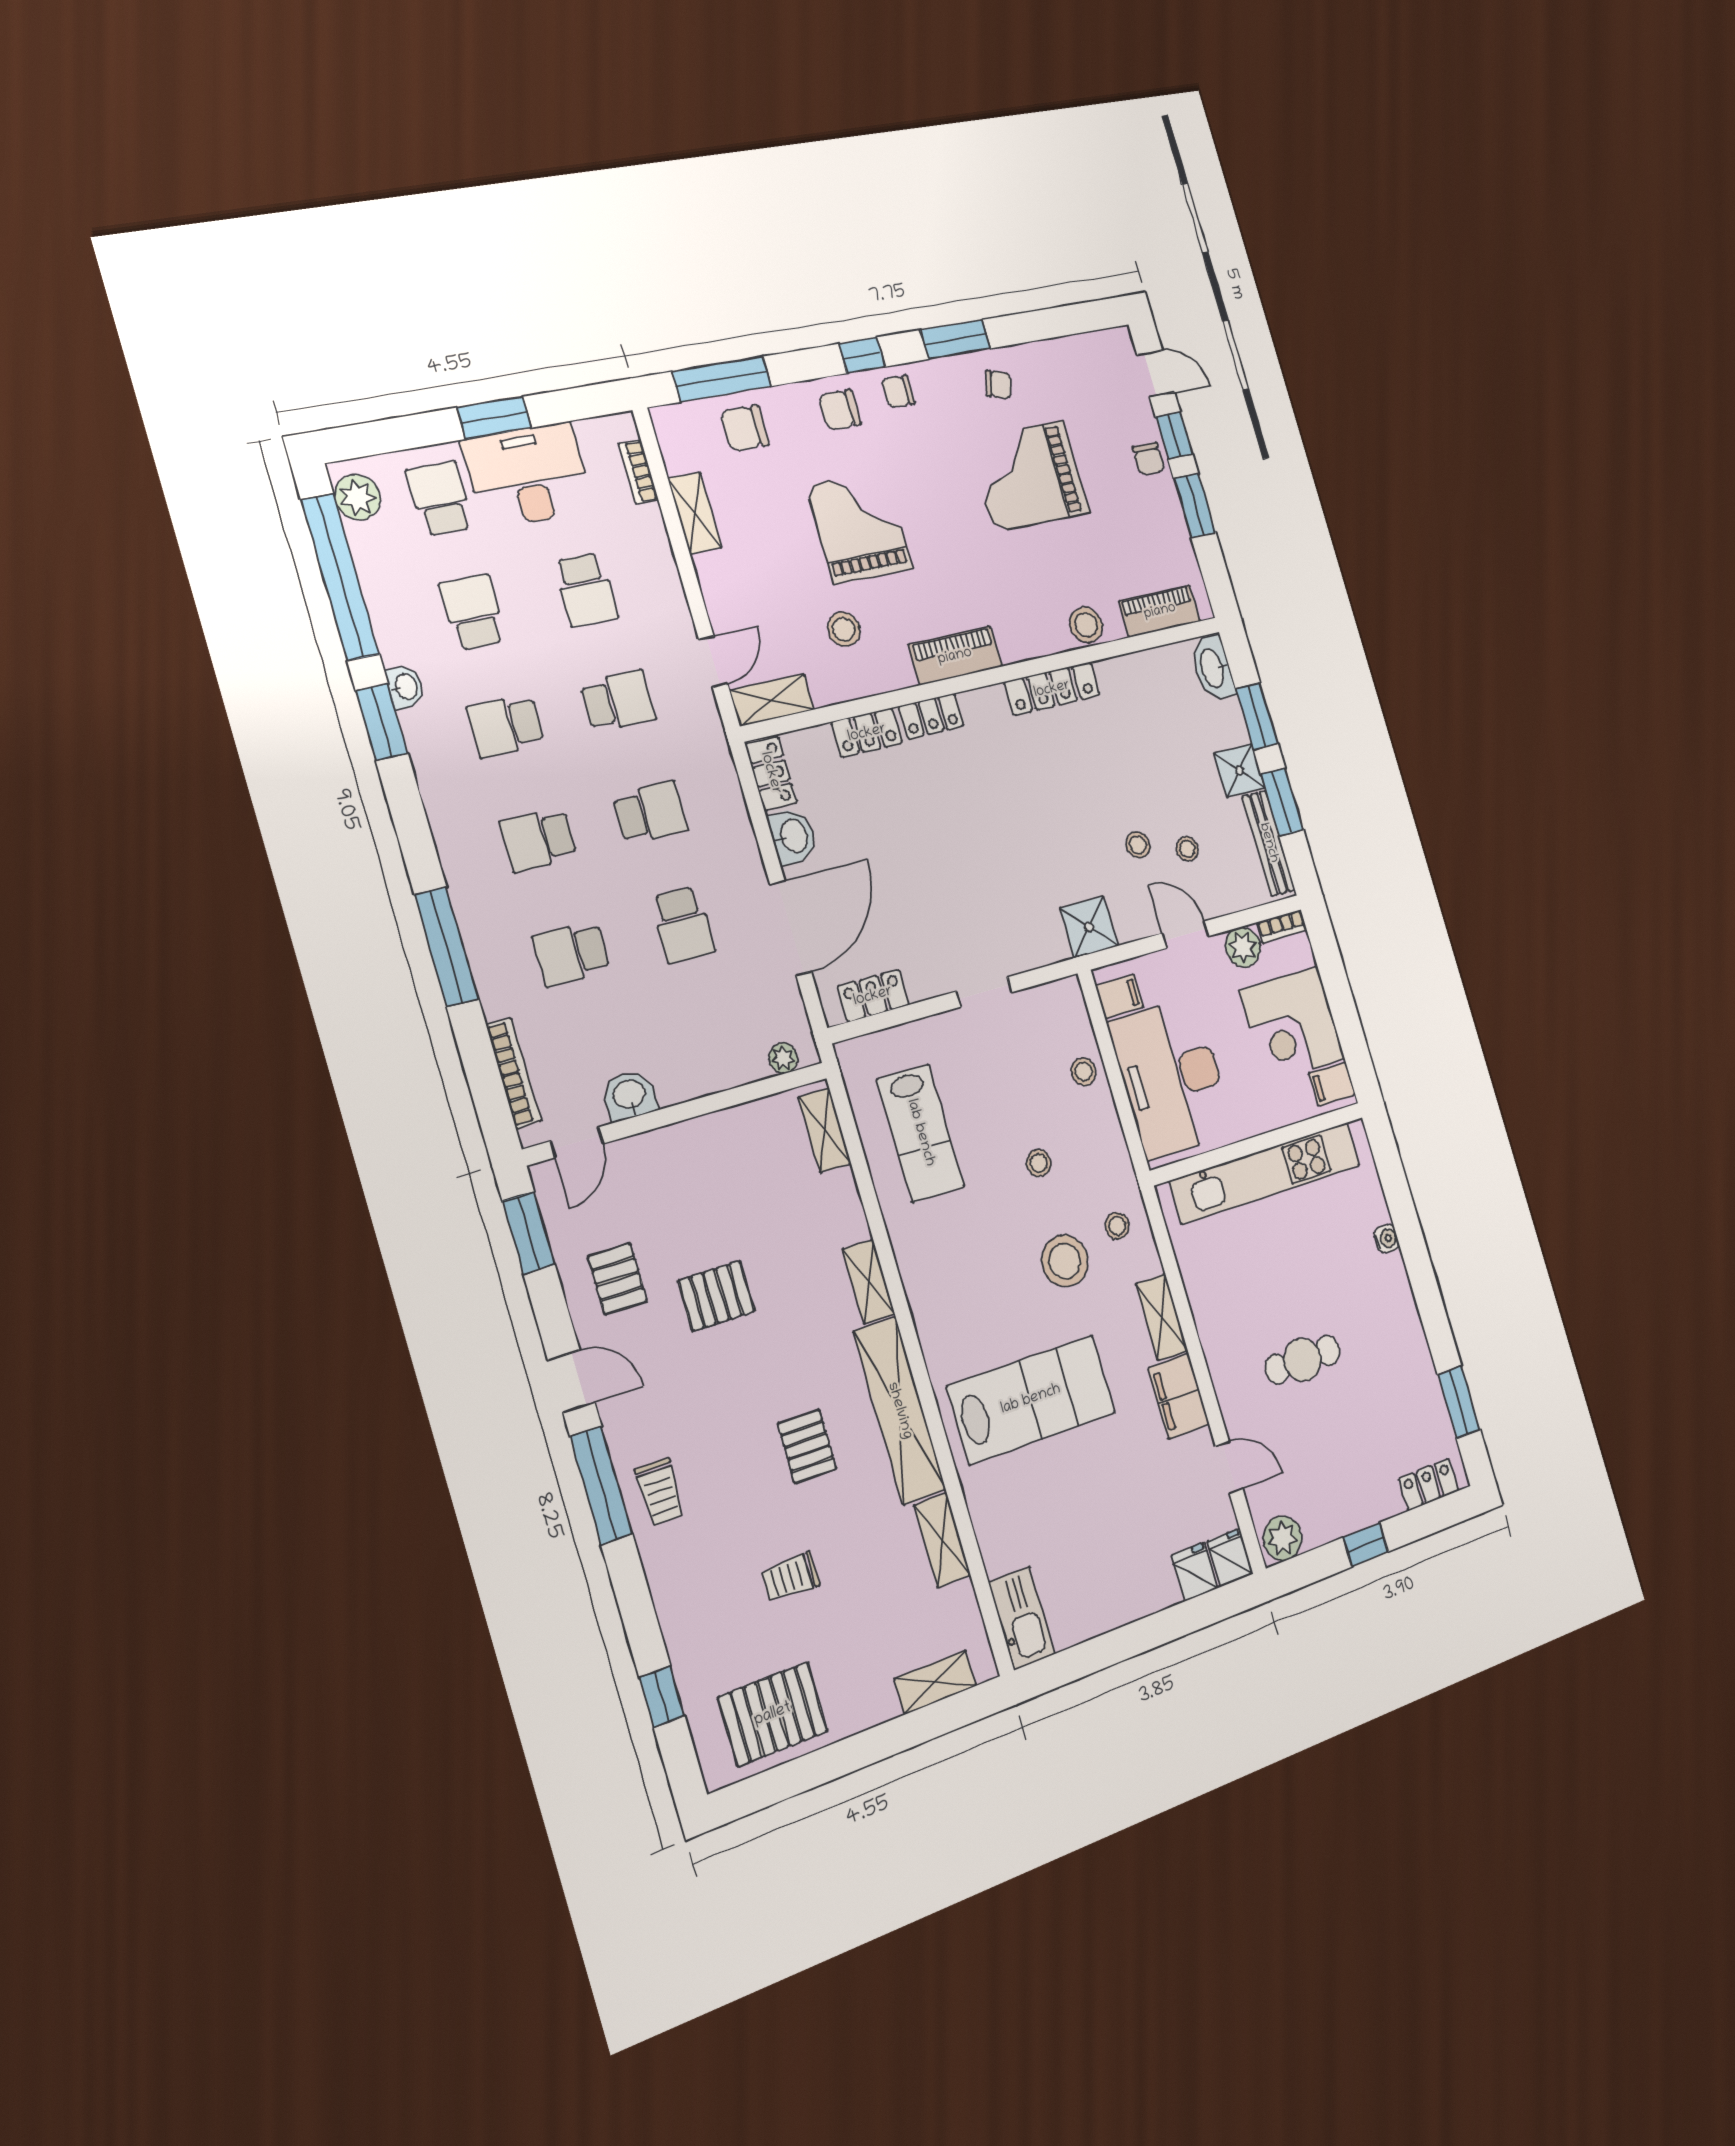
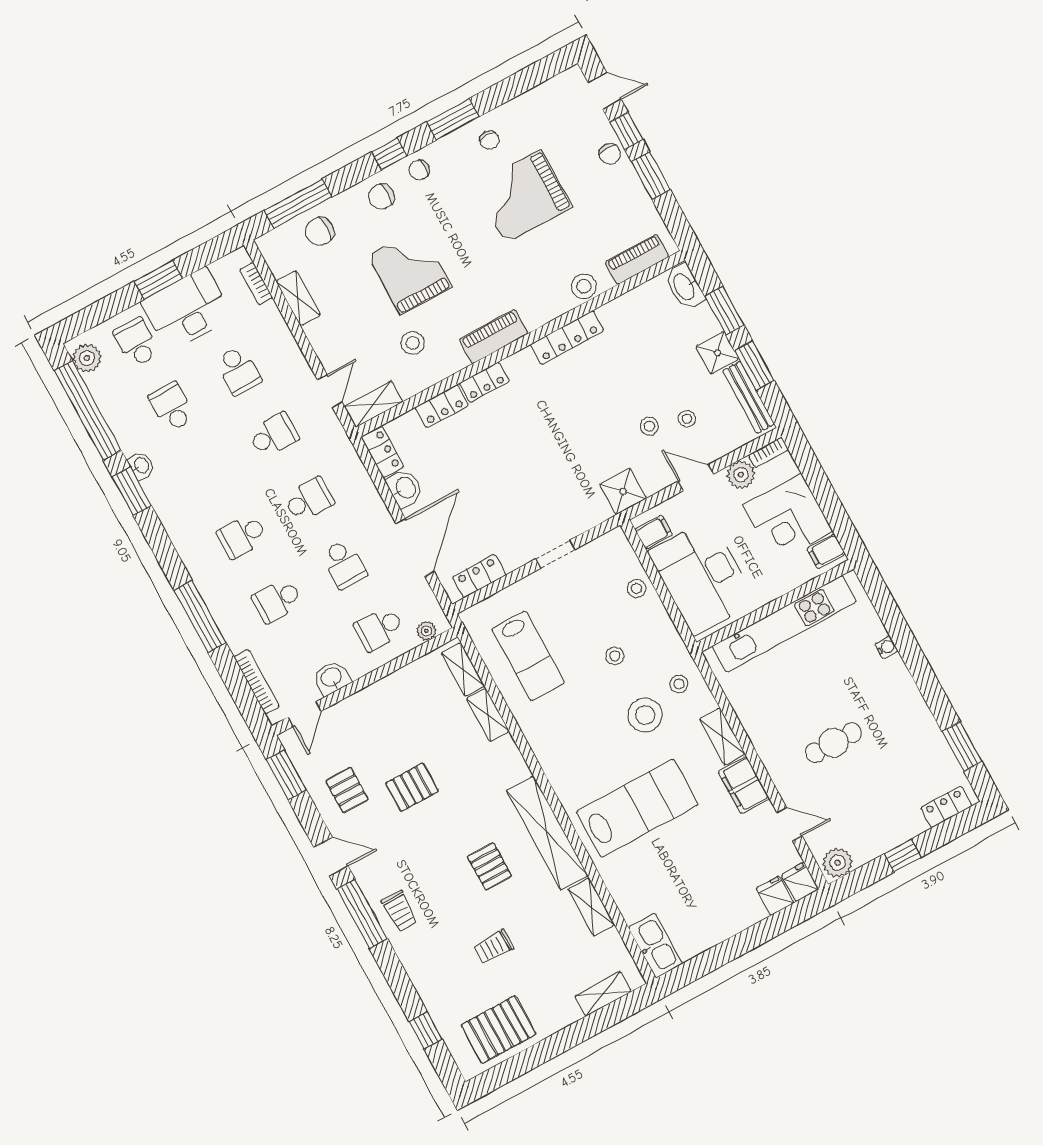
chair: (998, 385) -> (489, 140), turned 73
school desk: (506, 726) -> (379, 629), moved
shelving: (869, 1281) -> (488, 715), moved

